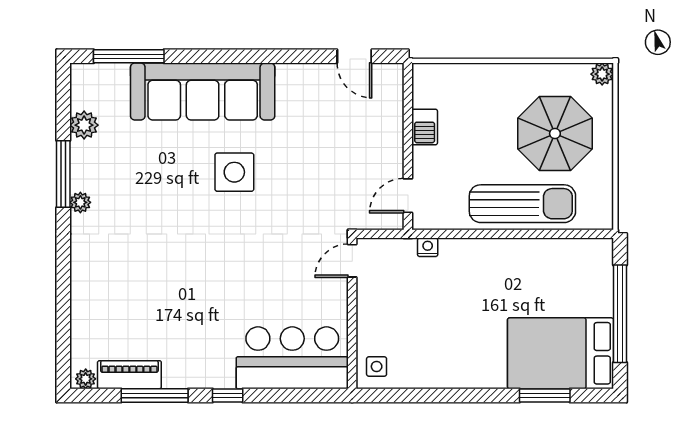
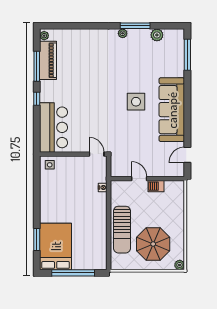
sofa: (203, 92) -> (172, 110), moved
door: (408, 196) -> (139, 179), moved
piano: (129, 375) -> (48, 60), width x1.37, depth x1.33

